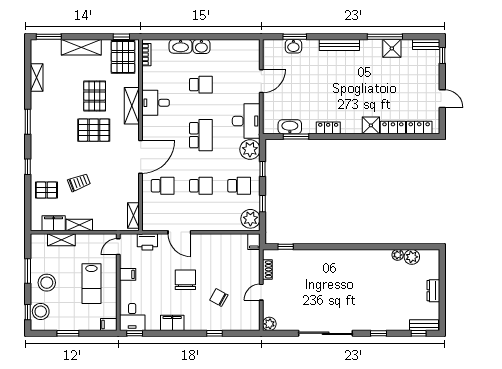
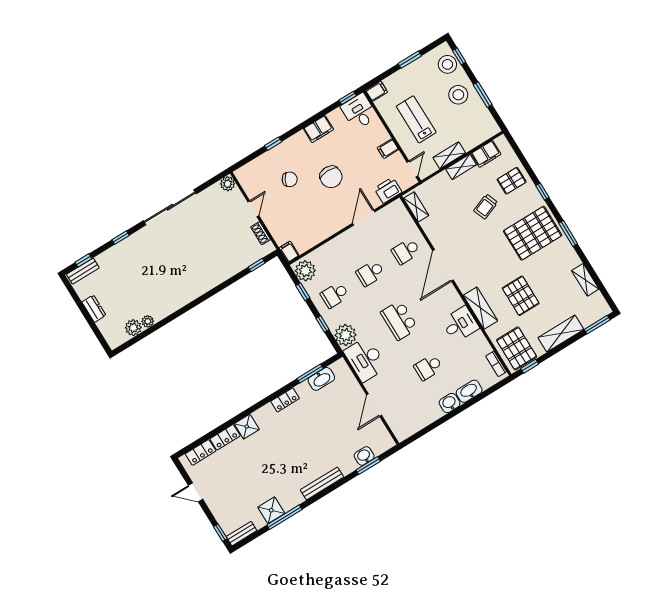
pallet: (94, 130) -> (533, 233), moved, width x1.37, depth x1.41
door: (179, 232) -> (364, 218), hinge flipped
shelving: (61, 240) -> (449, 155), moved

